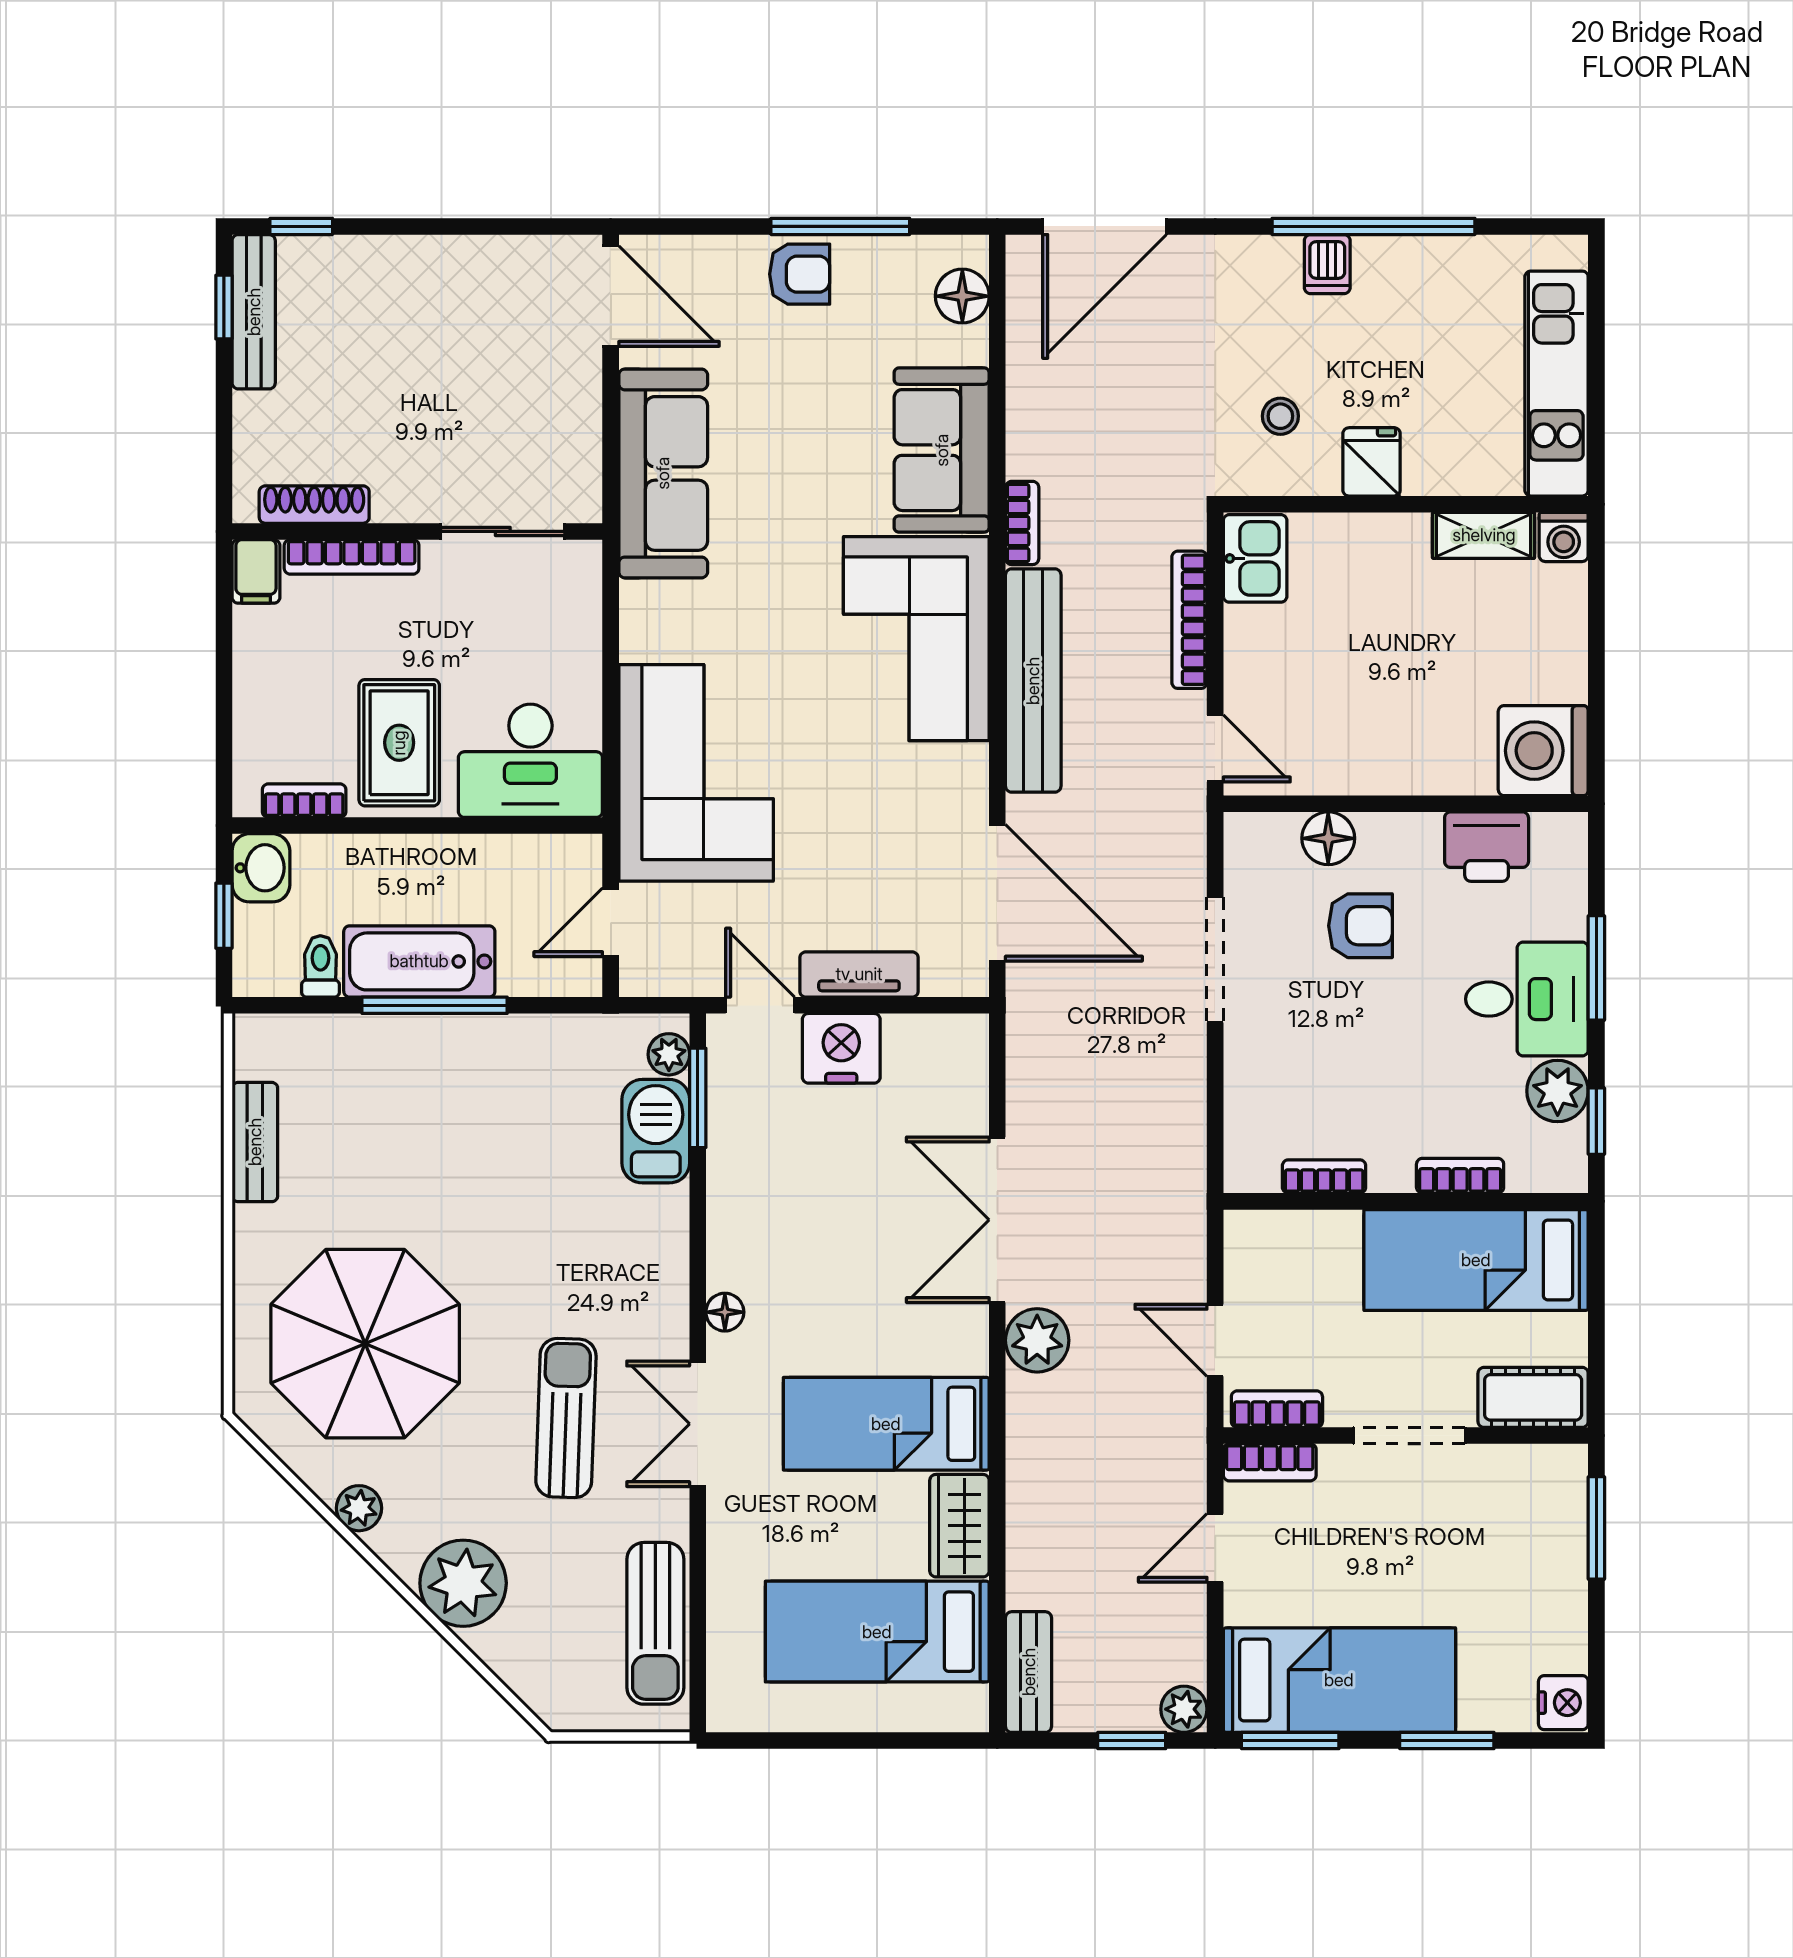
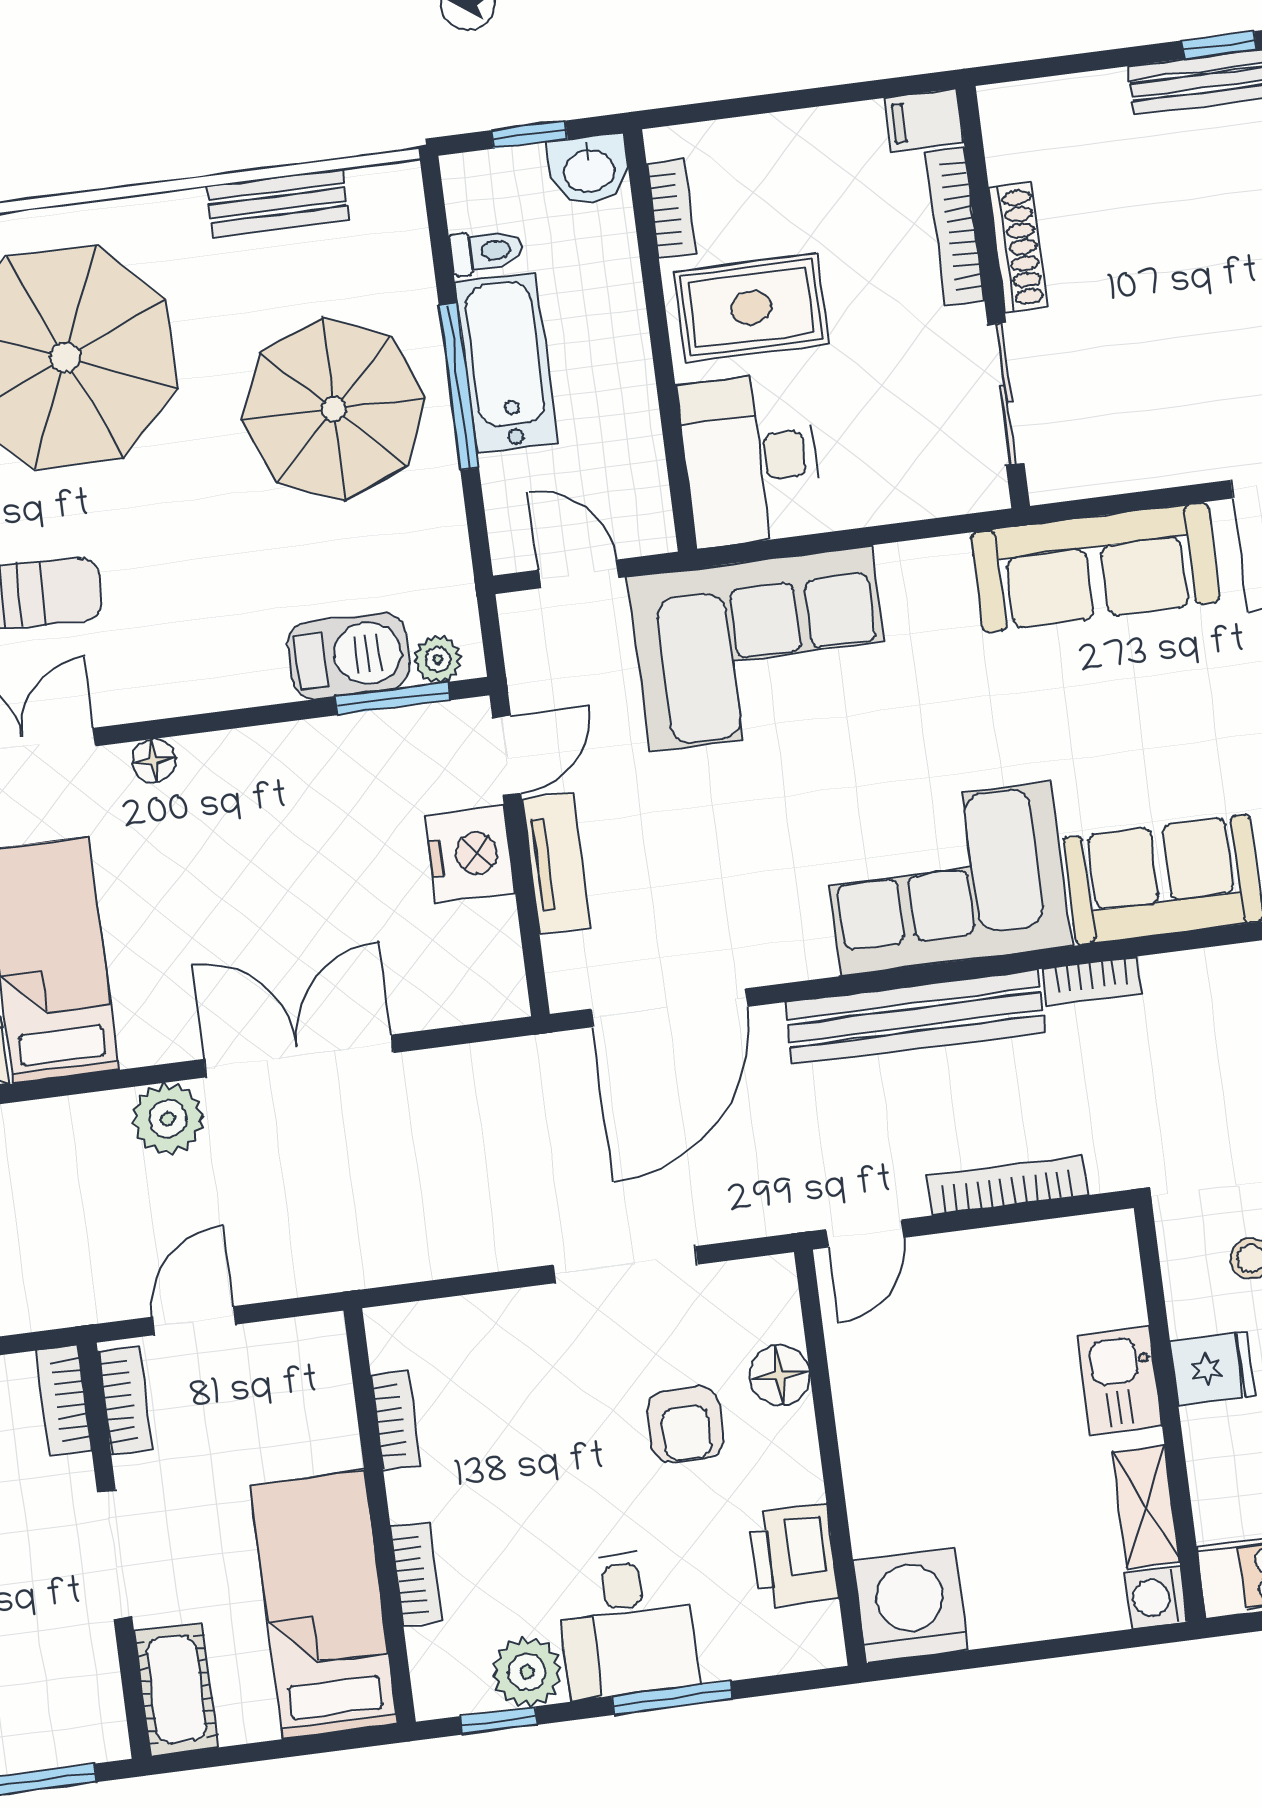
shoe rack: (314, 505) -> (1018, 248), moved
kitchen sink: (1255, 558) -> (1119, 1381), moved, turned 90
parasol: (440, 1116) -> (334, 409), added

